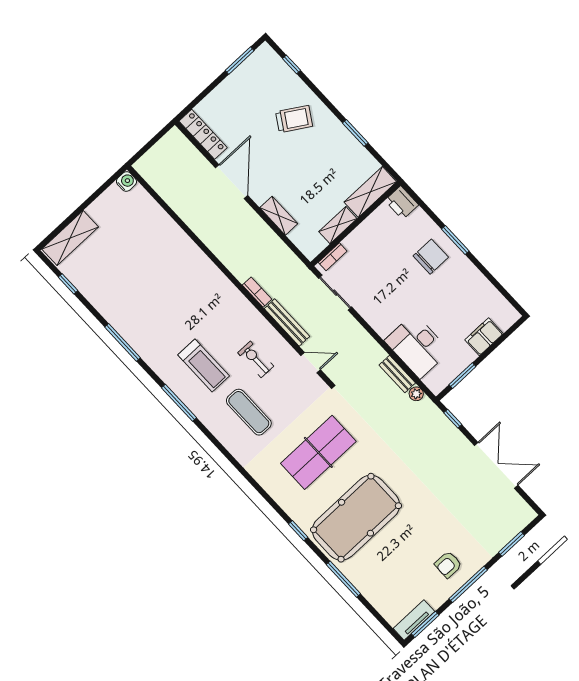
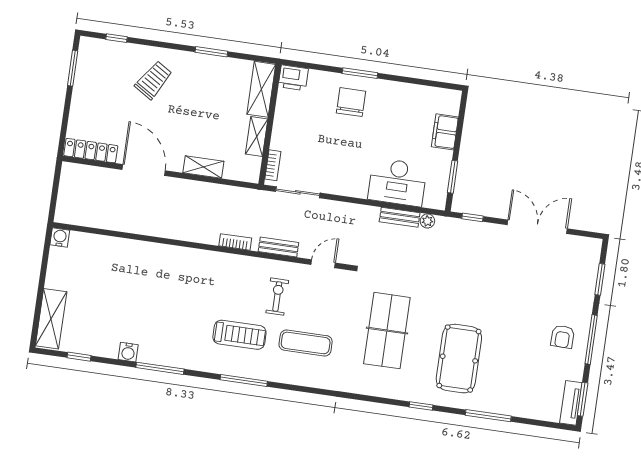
water cooler: (108, 310) -> (128, 352), added
bench: (287, 322) -> (278, 247), width x0.73
exercise bike: (256, 359) -> (277, 297), turned 90
pool table: (356, 518) -> (459, 359), width x0.73, depth x0.76

